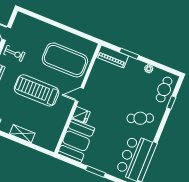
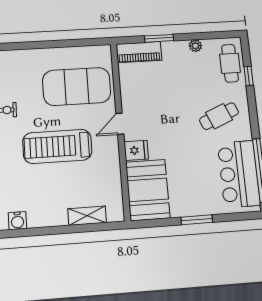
shelving: (22, 134) -> (87, 216), moved

